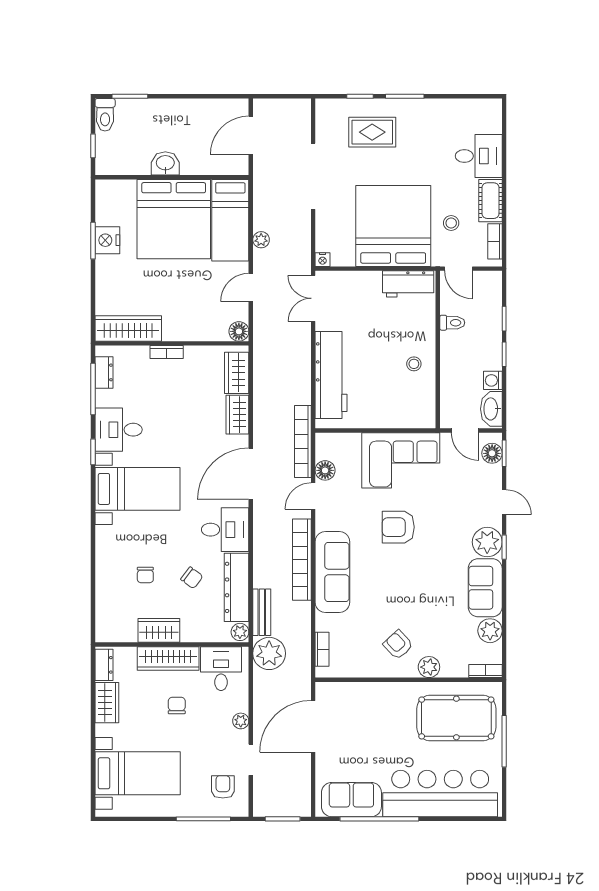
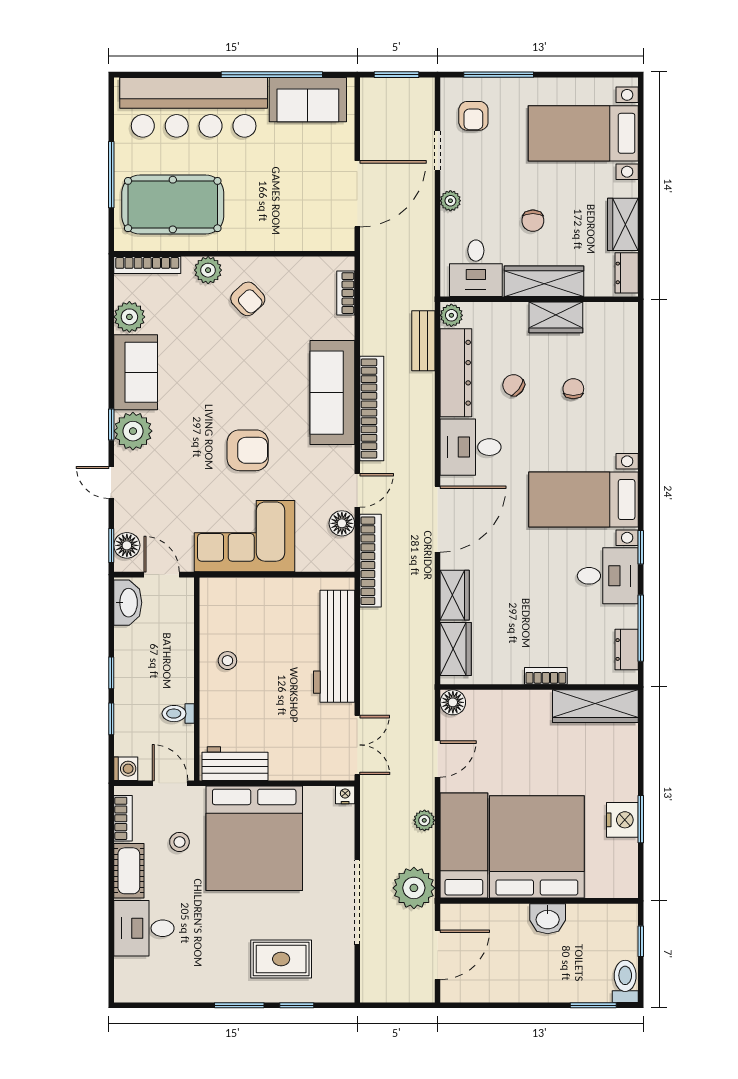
washing machine: (493, 380) -> (126, 769), moved
plant: (269, 653) -> (414, 888), moved
bookcase: (485, 671) -> (147, 265), width x1.56

